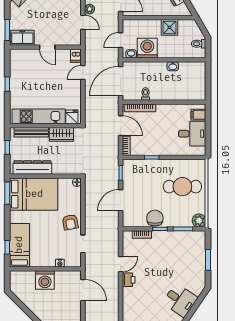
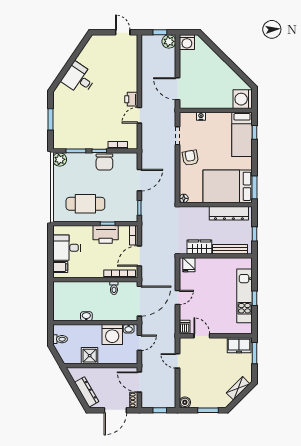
plant: (90, 9) -> (171, 374), removed
door: (47, 47) -> (202, 336), moved
door: (83, 72) -> (178, 297), moved
kitchen unit: (39, 116) -> (244, 296), moved, turned 90
door: (121, 126) -> (139, 256), hinge flipped
printer: (154, 147) -> (106, 234), added
cafe table: (182, 187) -> (85, 204), moved
washing machine: (45, 280) -> (243, 99), moved, turned -90

